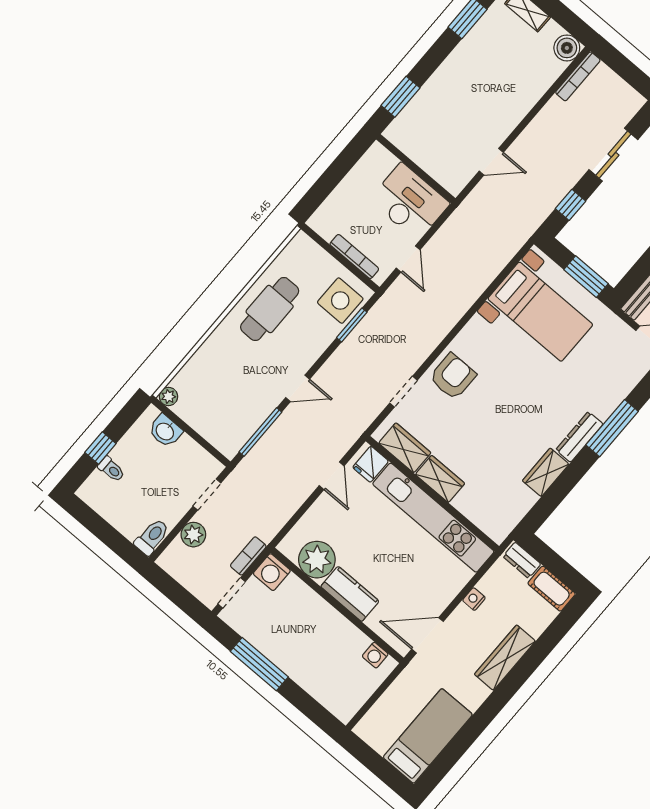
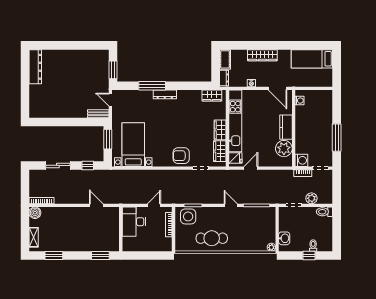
wardrobe: (546, 472) -> (212, 96), moved

